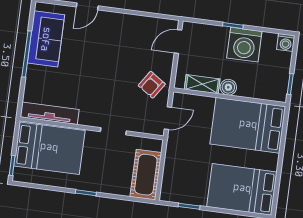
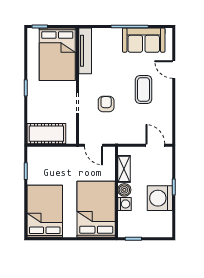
washing machine: (286, 42) -> (124, 204), moved, turned 180
coffee table: (107, 47) -> (144, 90), added
armchair: (152, 85) -> (106, 104), moved, turned 56

